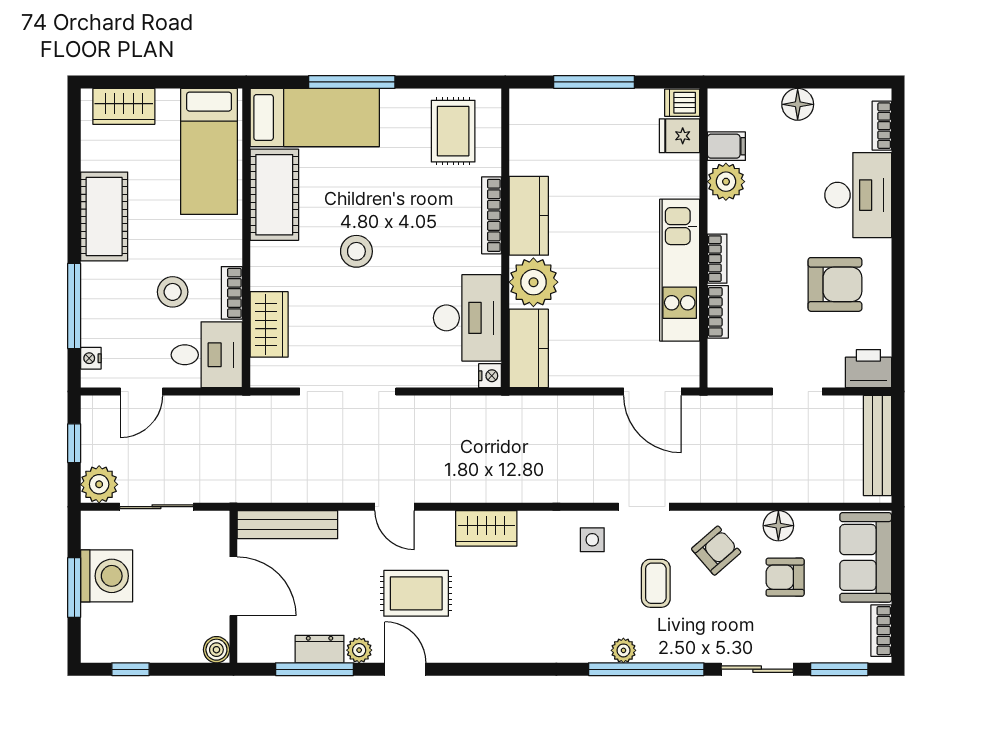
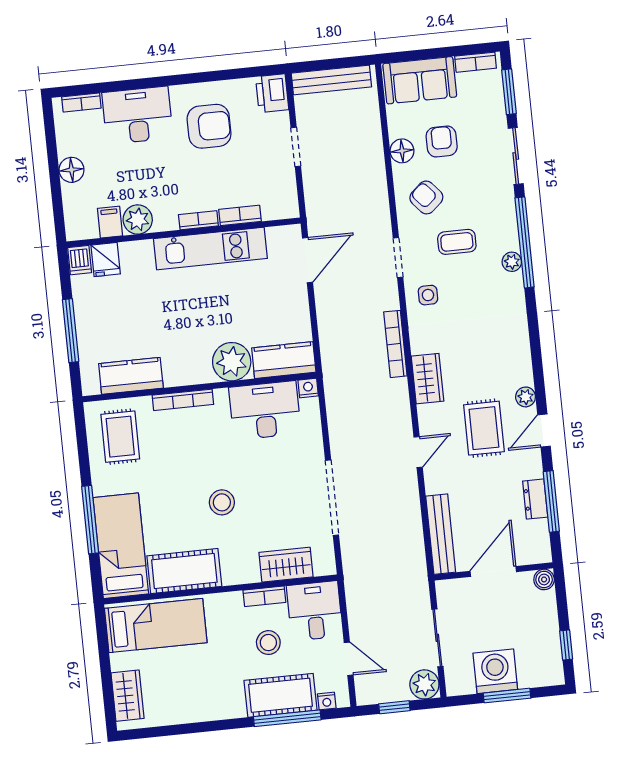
rug: (453, 131) -> (120, 437), turned 90
cot: (104, 216) -> (280, 695), moved
kitchen counter: (529, 216) -> (131, 376), moved
armchair: (835, 284) -> (209, 126), turned 90
bookcase: (535, 492) -> (395, 344), added
armchair: (785, 577) -> (442, 142), turned 180
plant: (359, 650) -> (526, 397), moved

